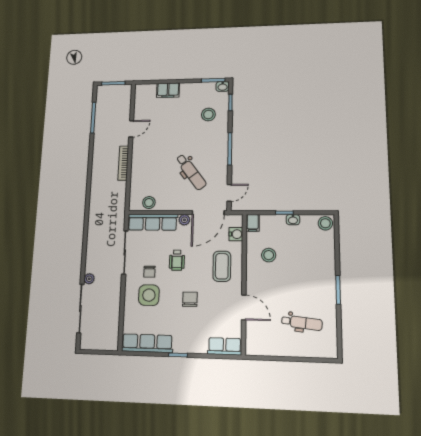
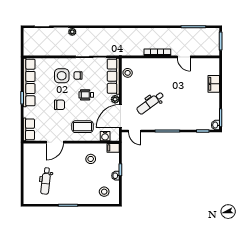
stool: (208, 114) -> (194, 115), removed
door: (208, 213) -> (120, 116), hinge flipped
stool: (325, 223) -> (104, 192), moved
row of seats: (147, 343) -> (29, 82), width x1.36

